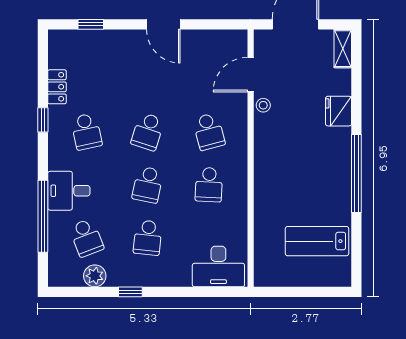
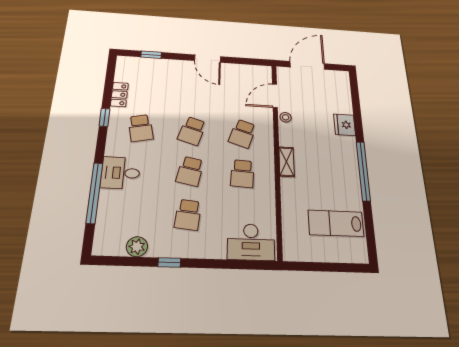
shelving: (343, 49) -> (287, 162), moved
school desk: (209, 132) -> (242, 134), turned 33
school desk: (86, 238) -> (132, 213), removed

